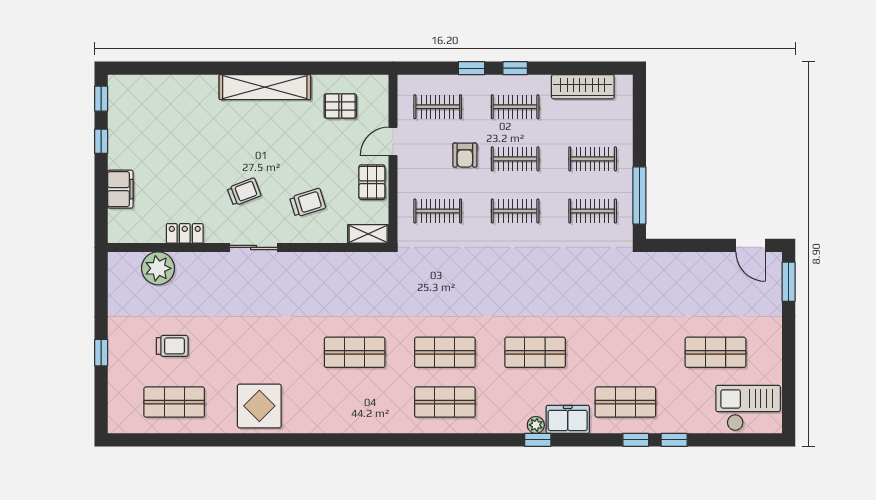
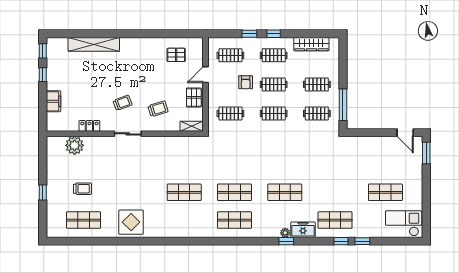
shelving: (265, 87) -> (94, 44), moved

